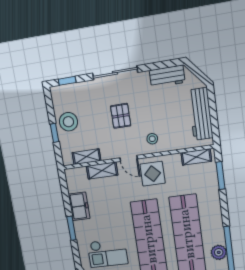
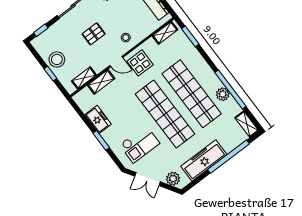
pallet: (121, 116) -> (94, 34), turned 90

